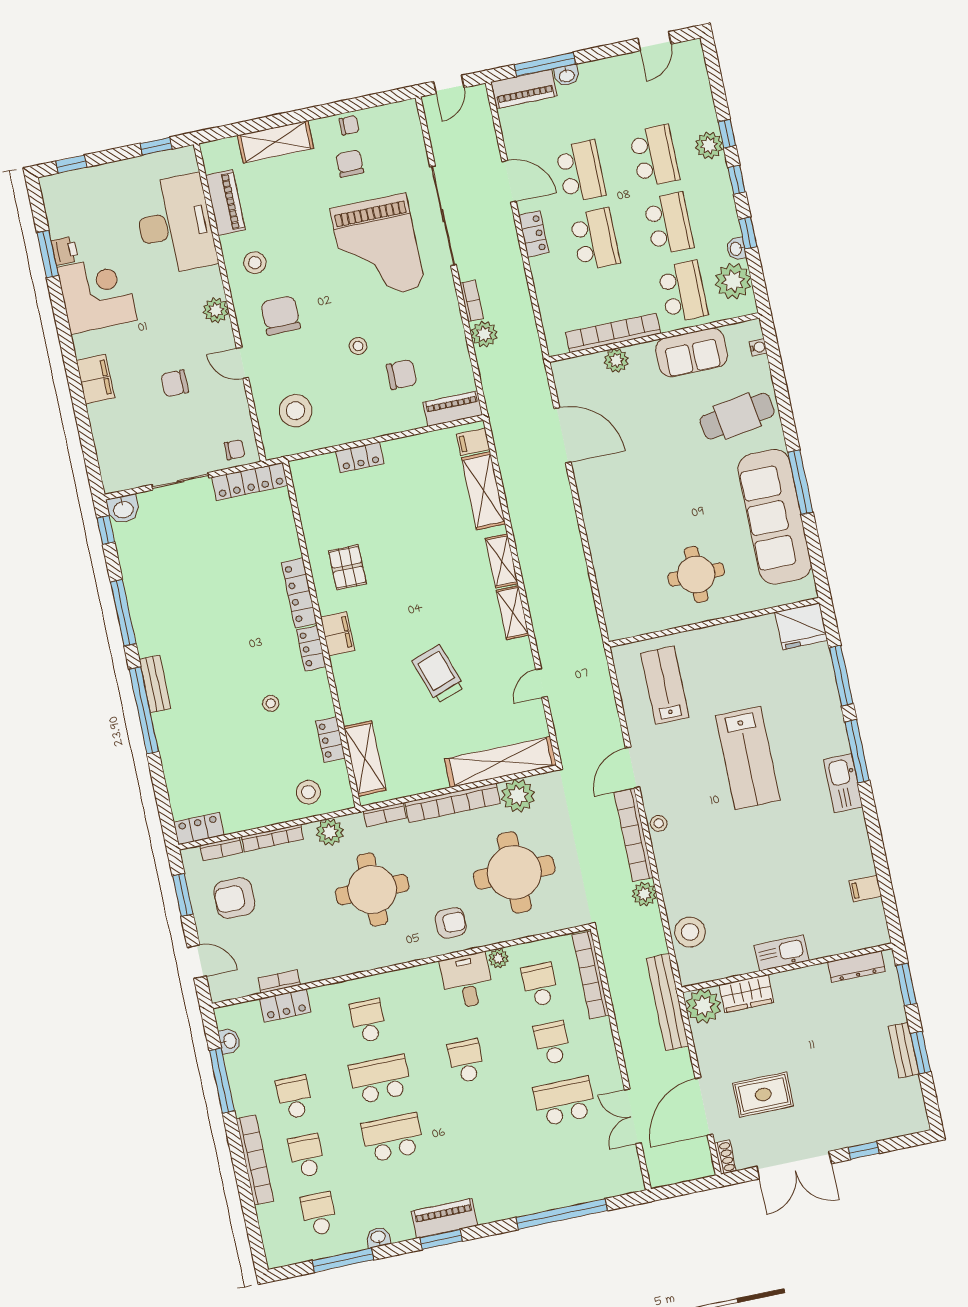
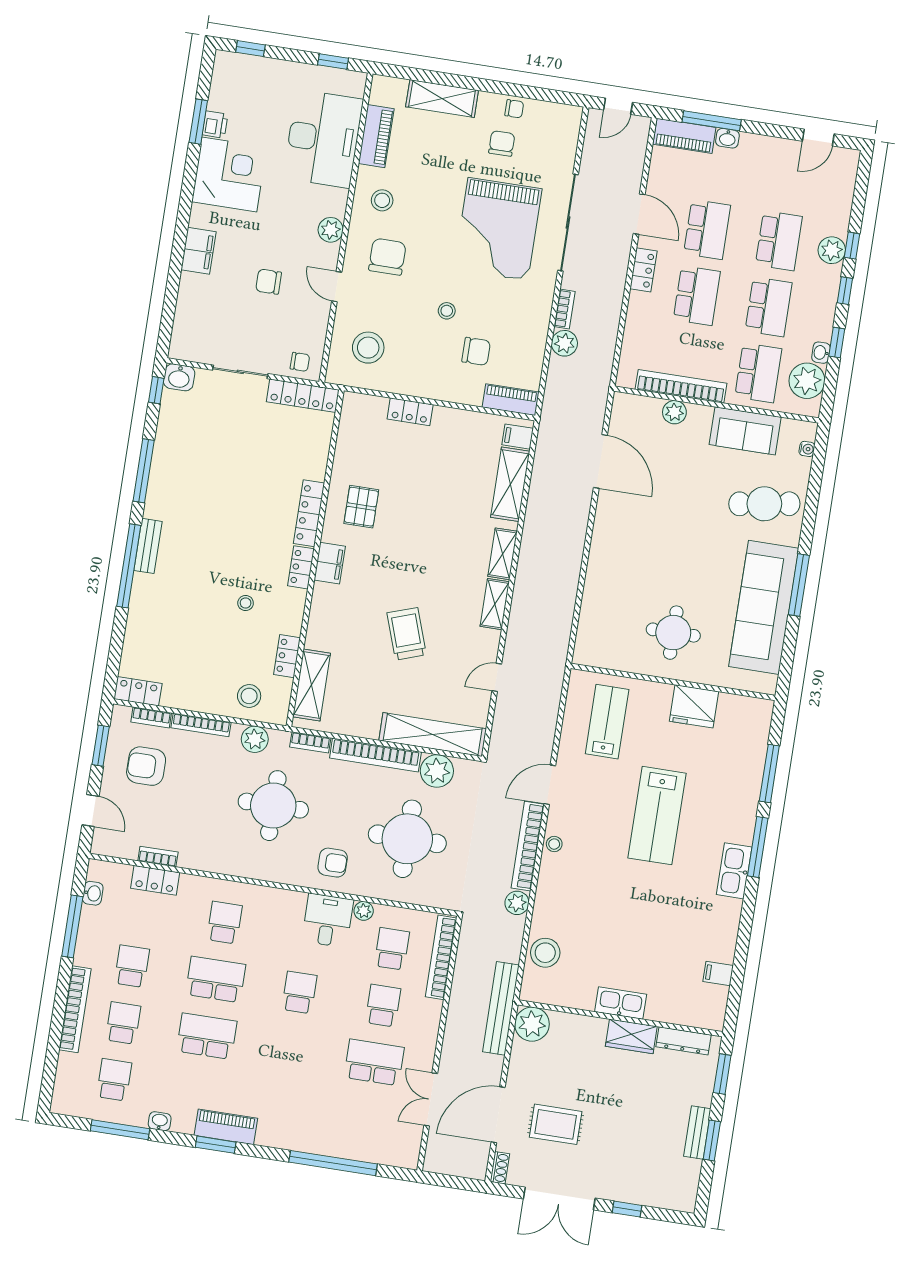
fridge: (801, 626) -> (694, 706), moved
wardrobe: (746, 994) -> (631, 1036), moved

